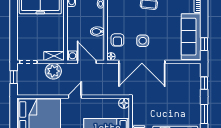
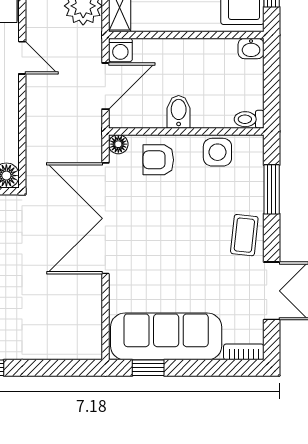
side table: (143, 41) -> (217, 152), moved
window: (204, 83) -> (55, 368), removed

